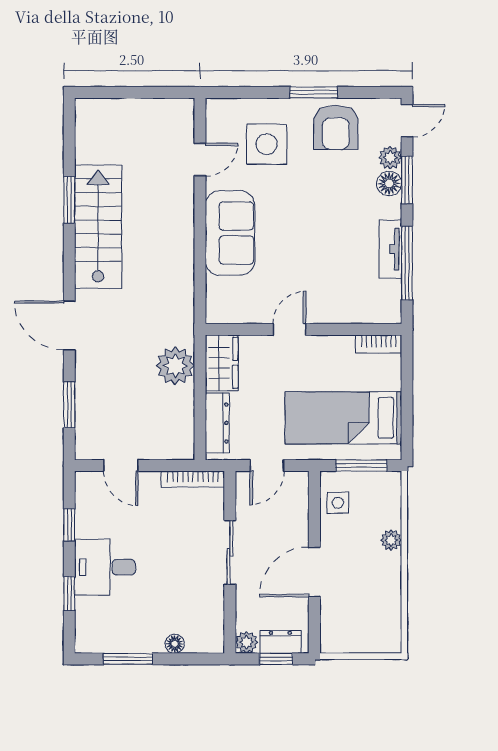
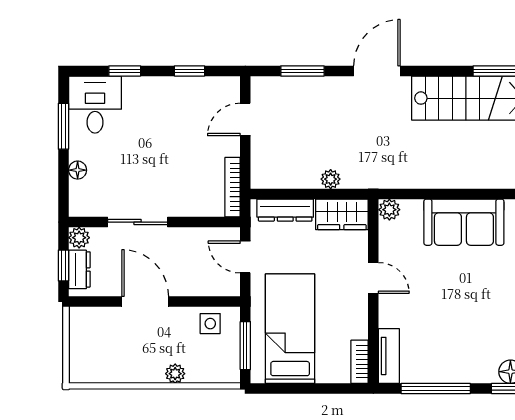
tv unit: (390, 249) -> (389, 356), moved, turned 90
plant: (217, 312) -> (389, 210), added
plant: (175, 366) -> (331, 179), width x0.53, depth x0.53
sliding door: (230, 552) -> (138, 222), moved
desk: (105, 567) -> (95, 105), moved

